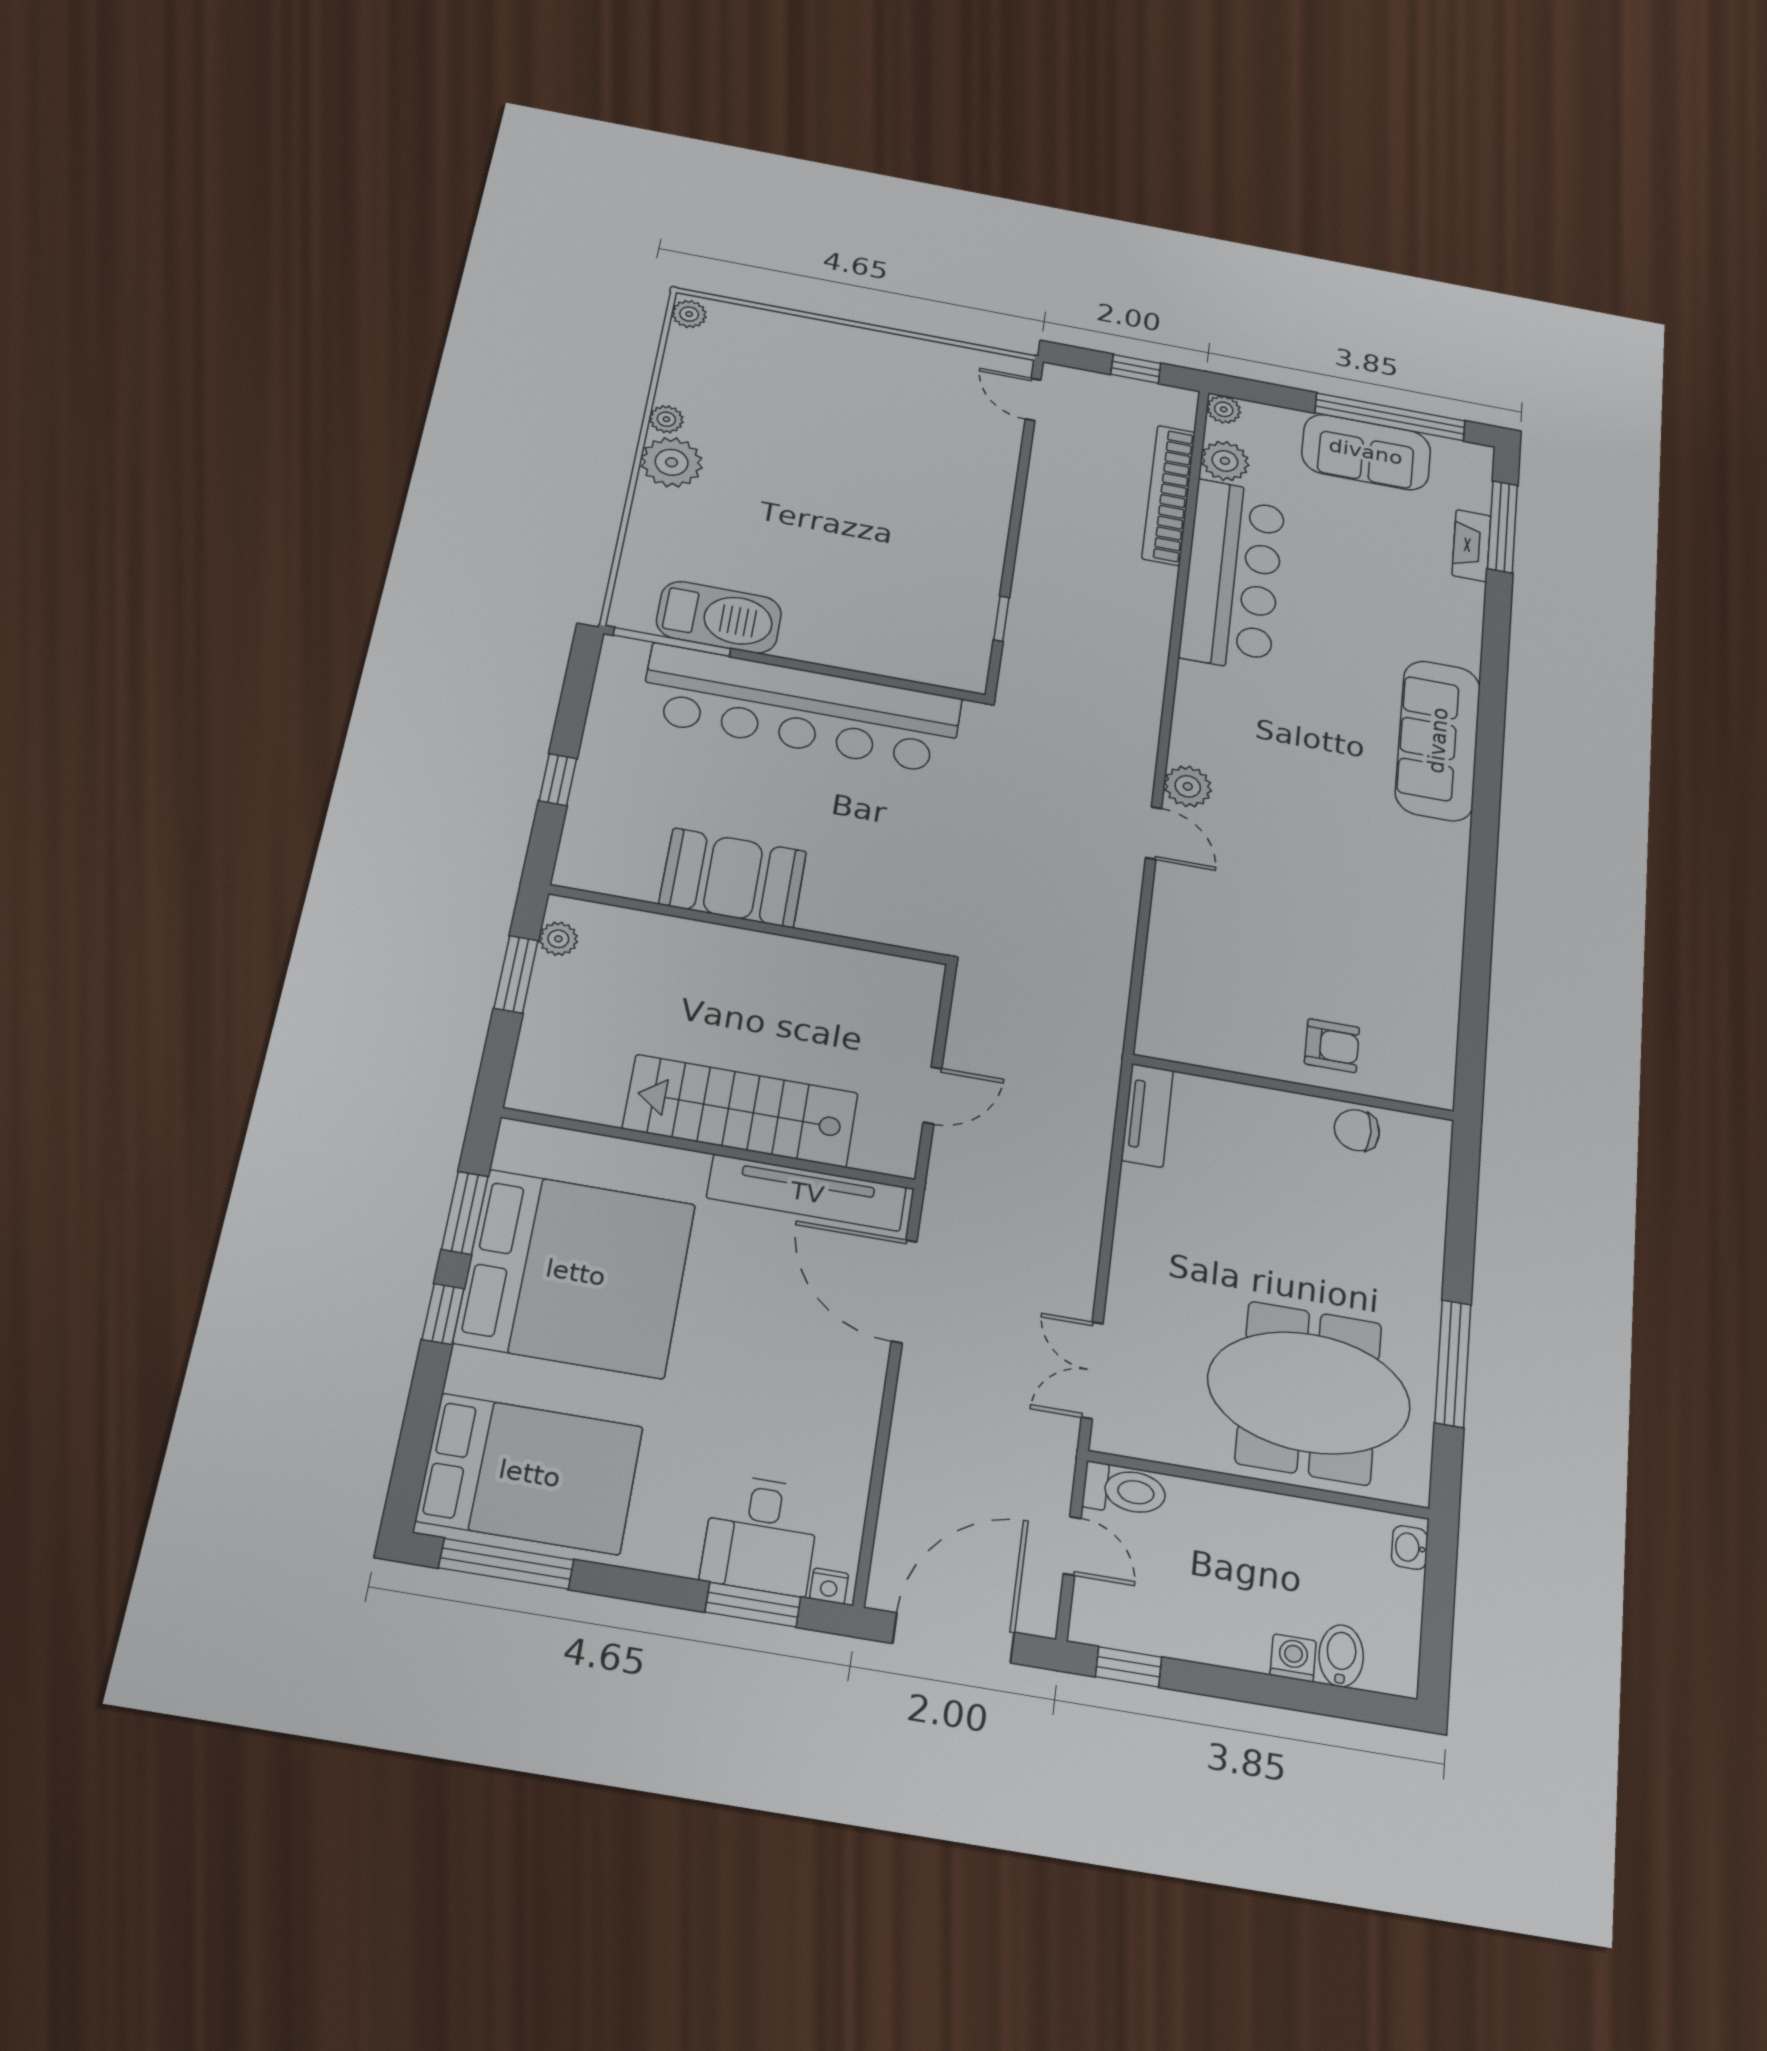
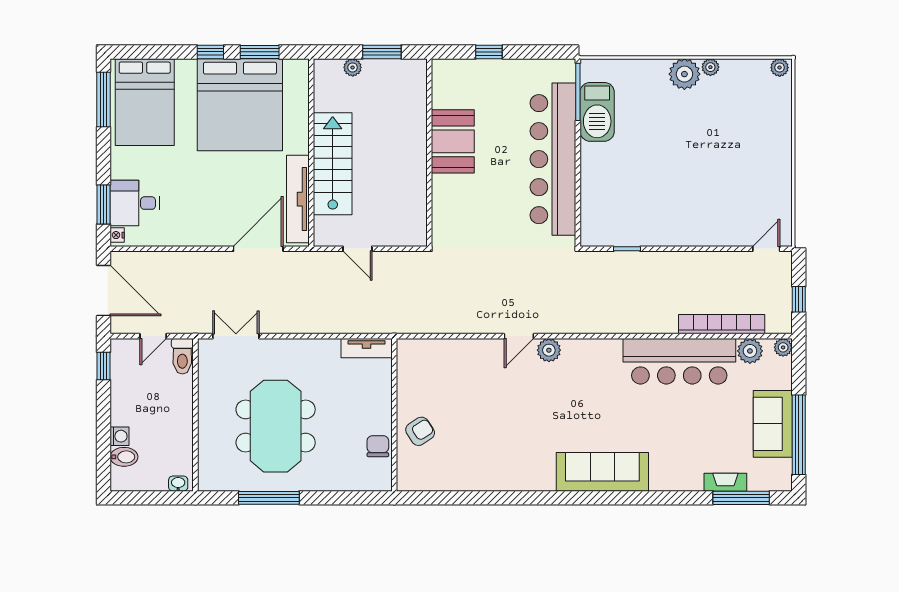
plant: (558, 939) -> (353, 67), moved
armchair: (1332, 1046) -> (420, 431), turned -123
meeting table: (1309, 1393) -> (276, 426), moved

